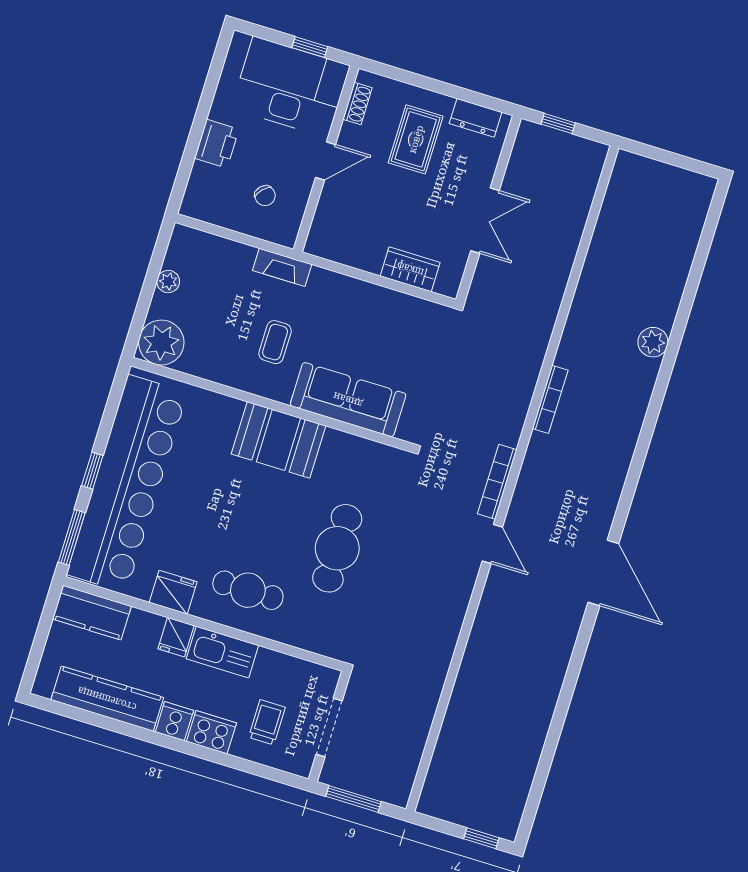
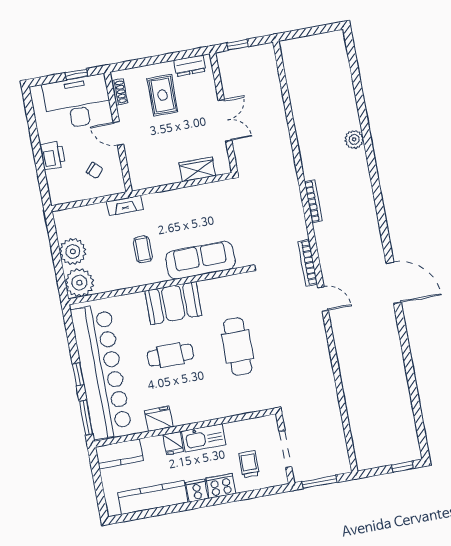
door: (325, 161) -> (118, 133), swing flipped
plant: (168, 281) -> (73, 252), width x1.87, depth x1.87
cafe table: (248, 590) -> (170, 355), moved

